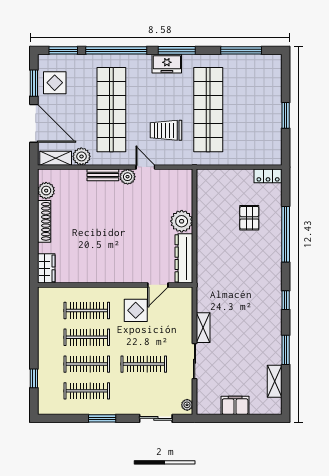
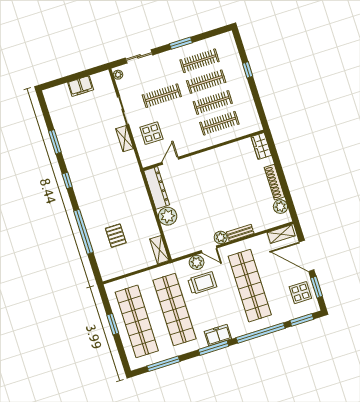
shop shelf: (257, 110) -> (137, 321), added
plant: (81, 156) -> (197, 262), moved
locker: (268, 176) -> (112, 273), removed
display table: (136, 310) -> (151, 133), moved
window: (34, 378) -> (248, 70), moved
shelving: (275, 381) -> (159, 250), moved

